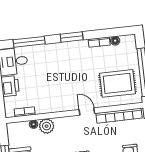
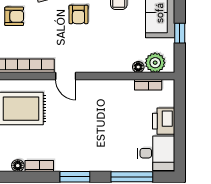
plant: (47, 126) -> (155, 63), moved

